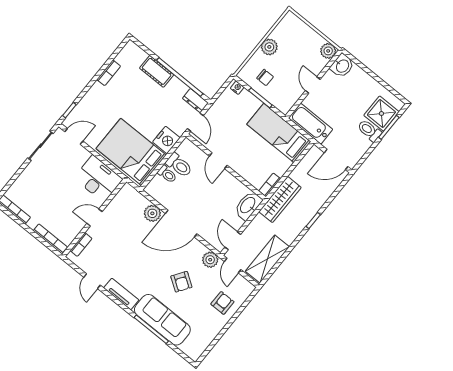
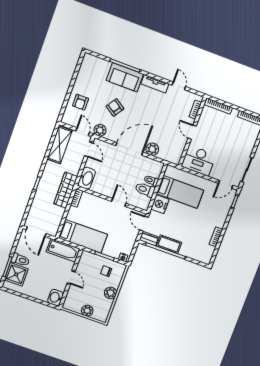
plant: (328, 51) -> (87, 311), moved
cot: (157, 71) -> (169, 244), moved
bed: (131, 152) -> (180, 192), width x0.67
door: (336, 160) -> (36, 232), swing flipped
door: (95, 218) -> (192, 132), swing flipped
sofa: (162, 320) -> (125, 77), width x0.73

